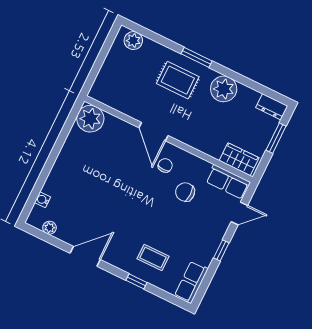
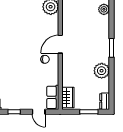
rug: (178, 80) -> (94, 44), removed
chair: (185, 192) -> (36, 77), removed

